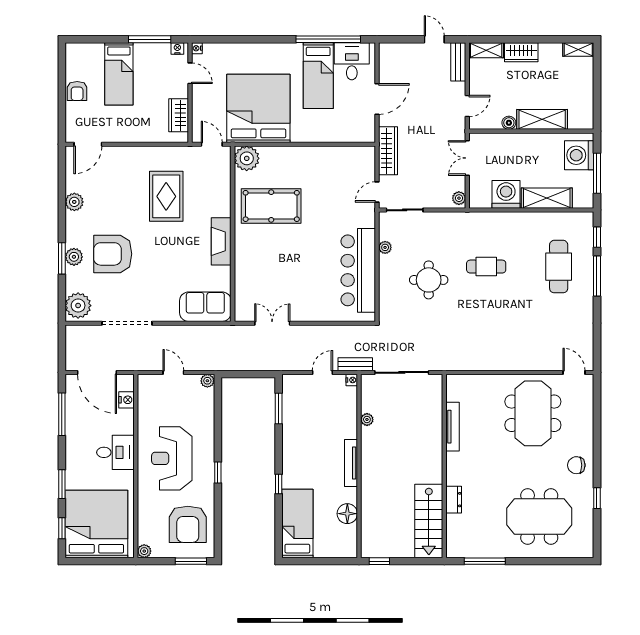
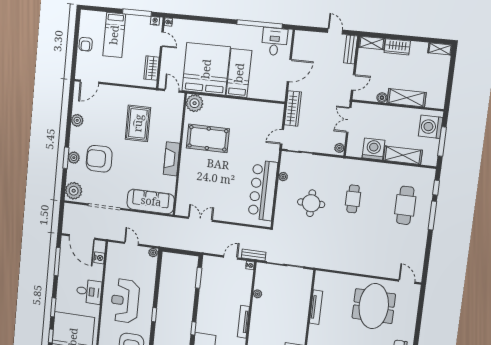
bed: (318, 76) -> (239, 73), moved, turned 180
cafe table: (486, 267) -> (353, 199), turned 90
sofa: (205, 307) -> (151, 201), width x1.36

